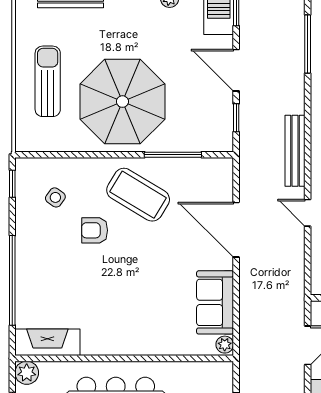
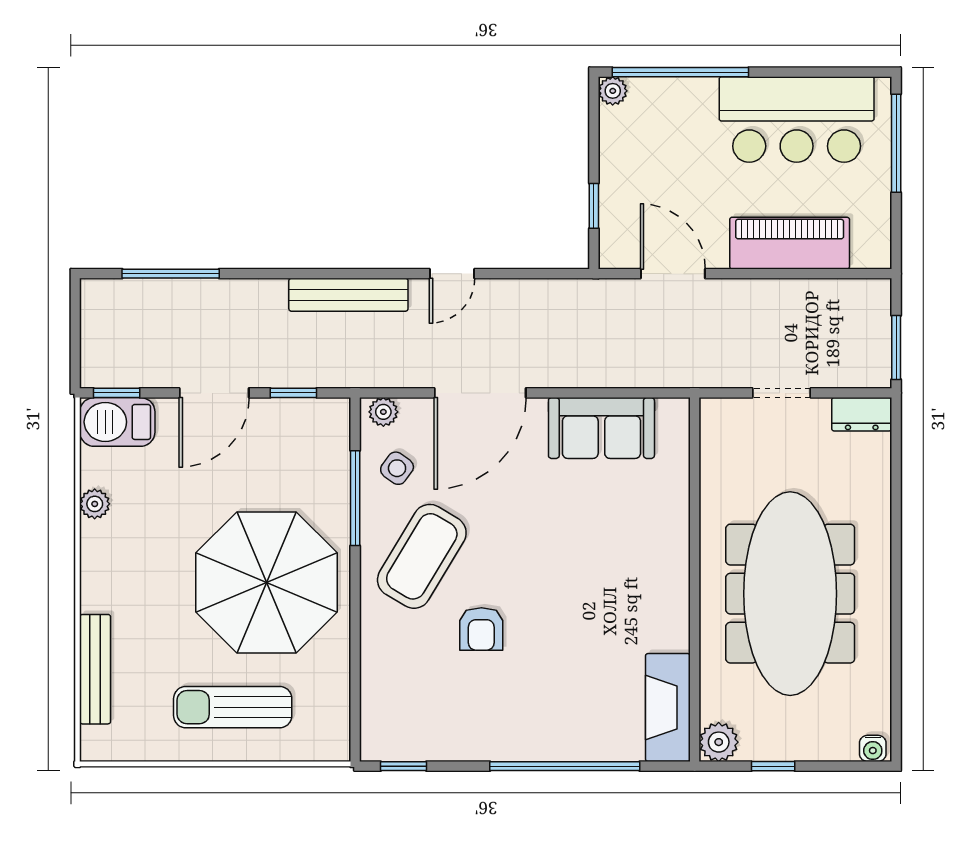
side table: (55, 197) -> (397, 468), moved
plant: (225, 345) -> (383, 412), moved

